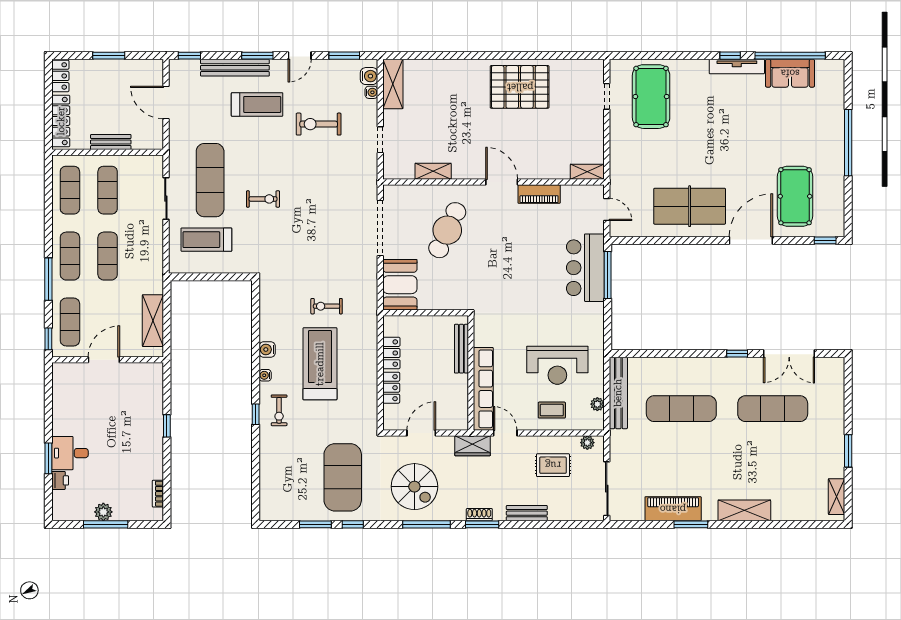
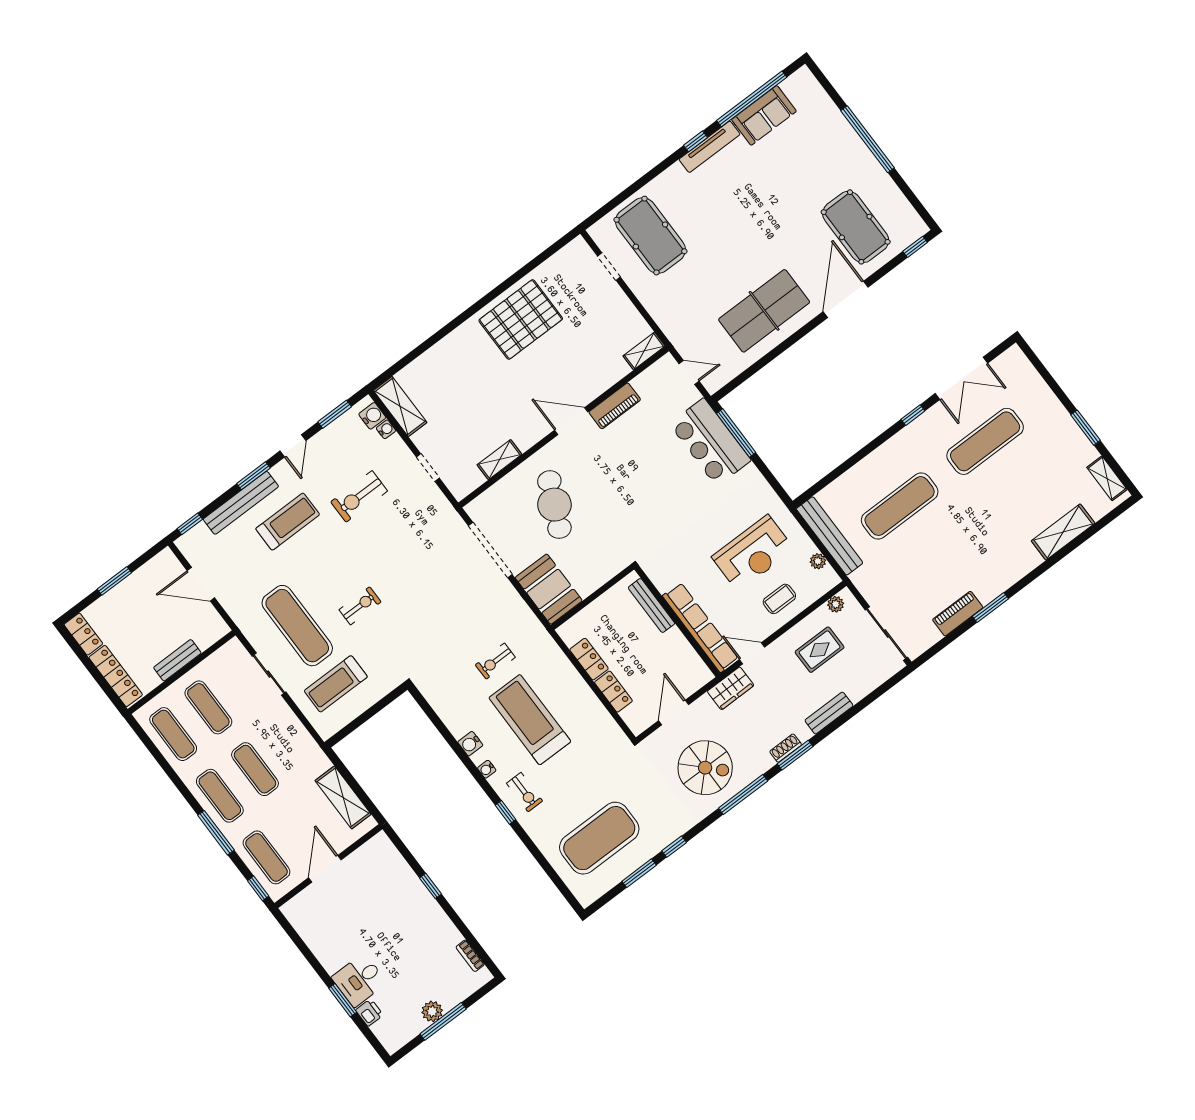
exercise mat: (343, 477) -> (599, 838), moved, turned 90
piano: (673, 509) -> (958, 614), width x0.73, depth x0.75
shelving: (744, 510) -> (1063, 532), moved

